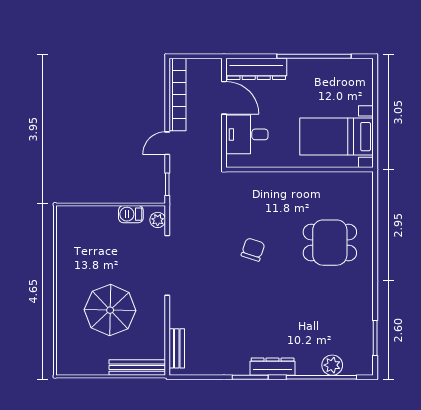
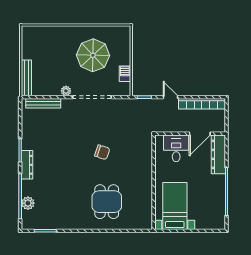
plant: (158, 220) -> (66, 91), moved
parasol: (110, 310) -> (93, 55), moved
bench: (177, 348) -> (43, 103), width x1.36

